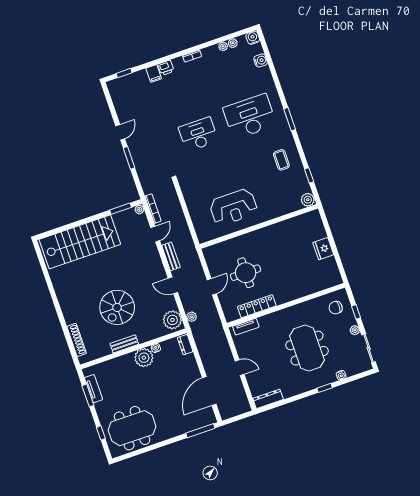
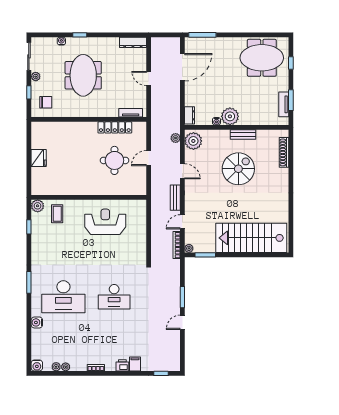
water cooler: (261, 60) -> (37, 322), moved
coffee table: (281, 160) -> (57, 214), moved

